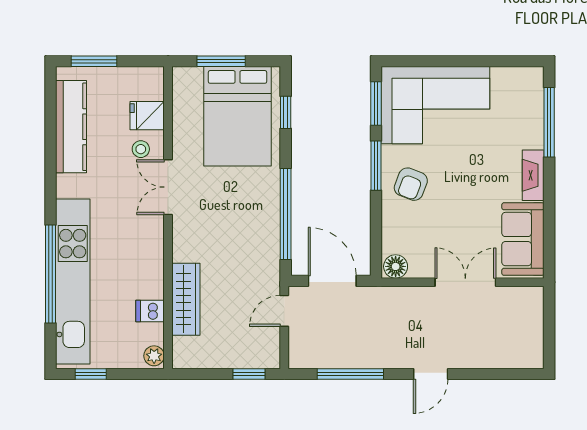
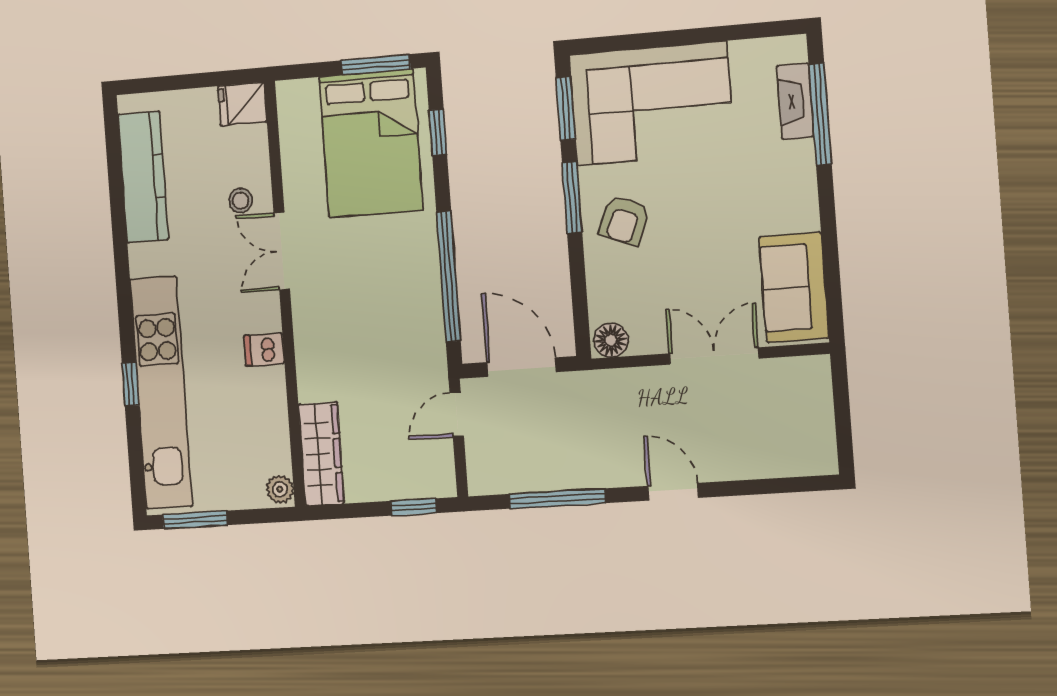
window: (94, 61) -> (168, 83), removed
window: (221, 61) -> (376, 65), moved
fridge: (147, 116) -> (242, 104), moved
fireplace: (533, 175) -> (795, 101), moved
window: (50, 274) -> (130, 384), width x0.32
wardrobe: (186, 299) -> (321, 454), moved
dishwasher: (150, 311) -> (264, 350), moved
window: (91, 374) -> (195, 520), width x1.50
door: (431, 374) -> (673, 492), swing flipped

